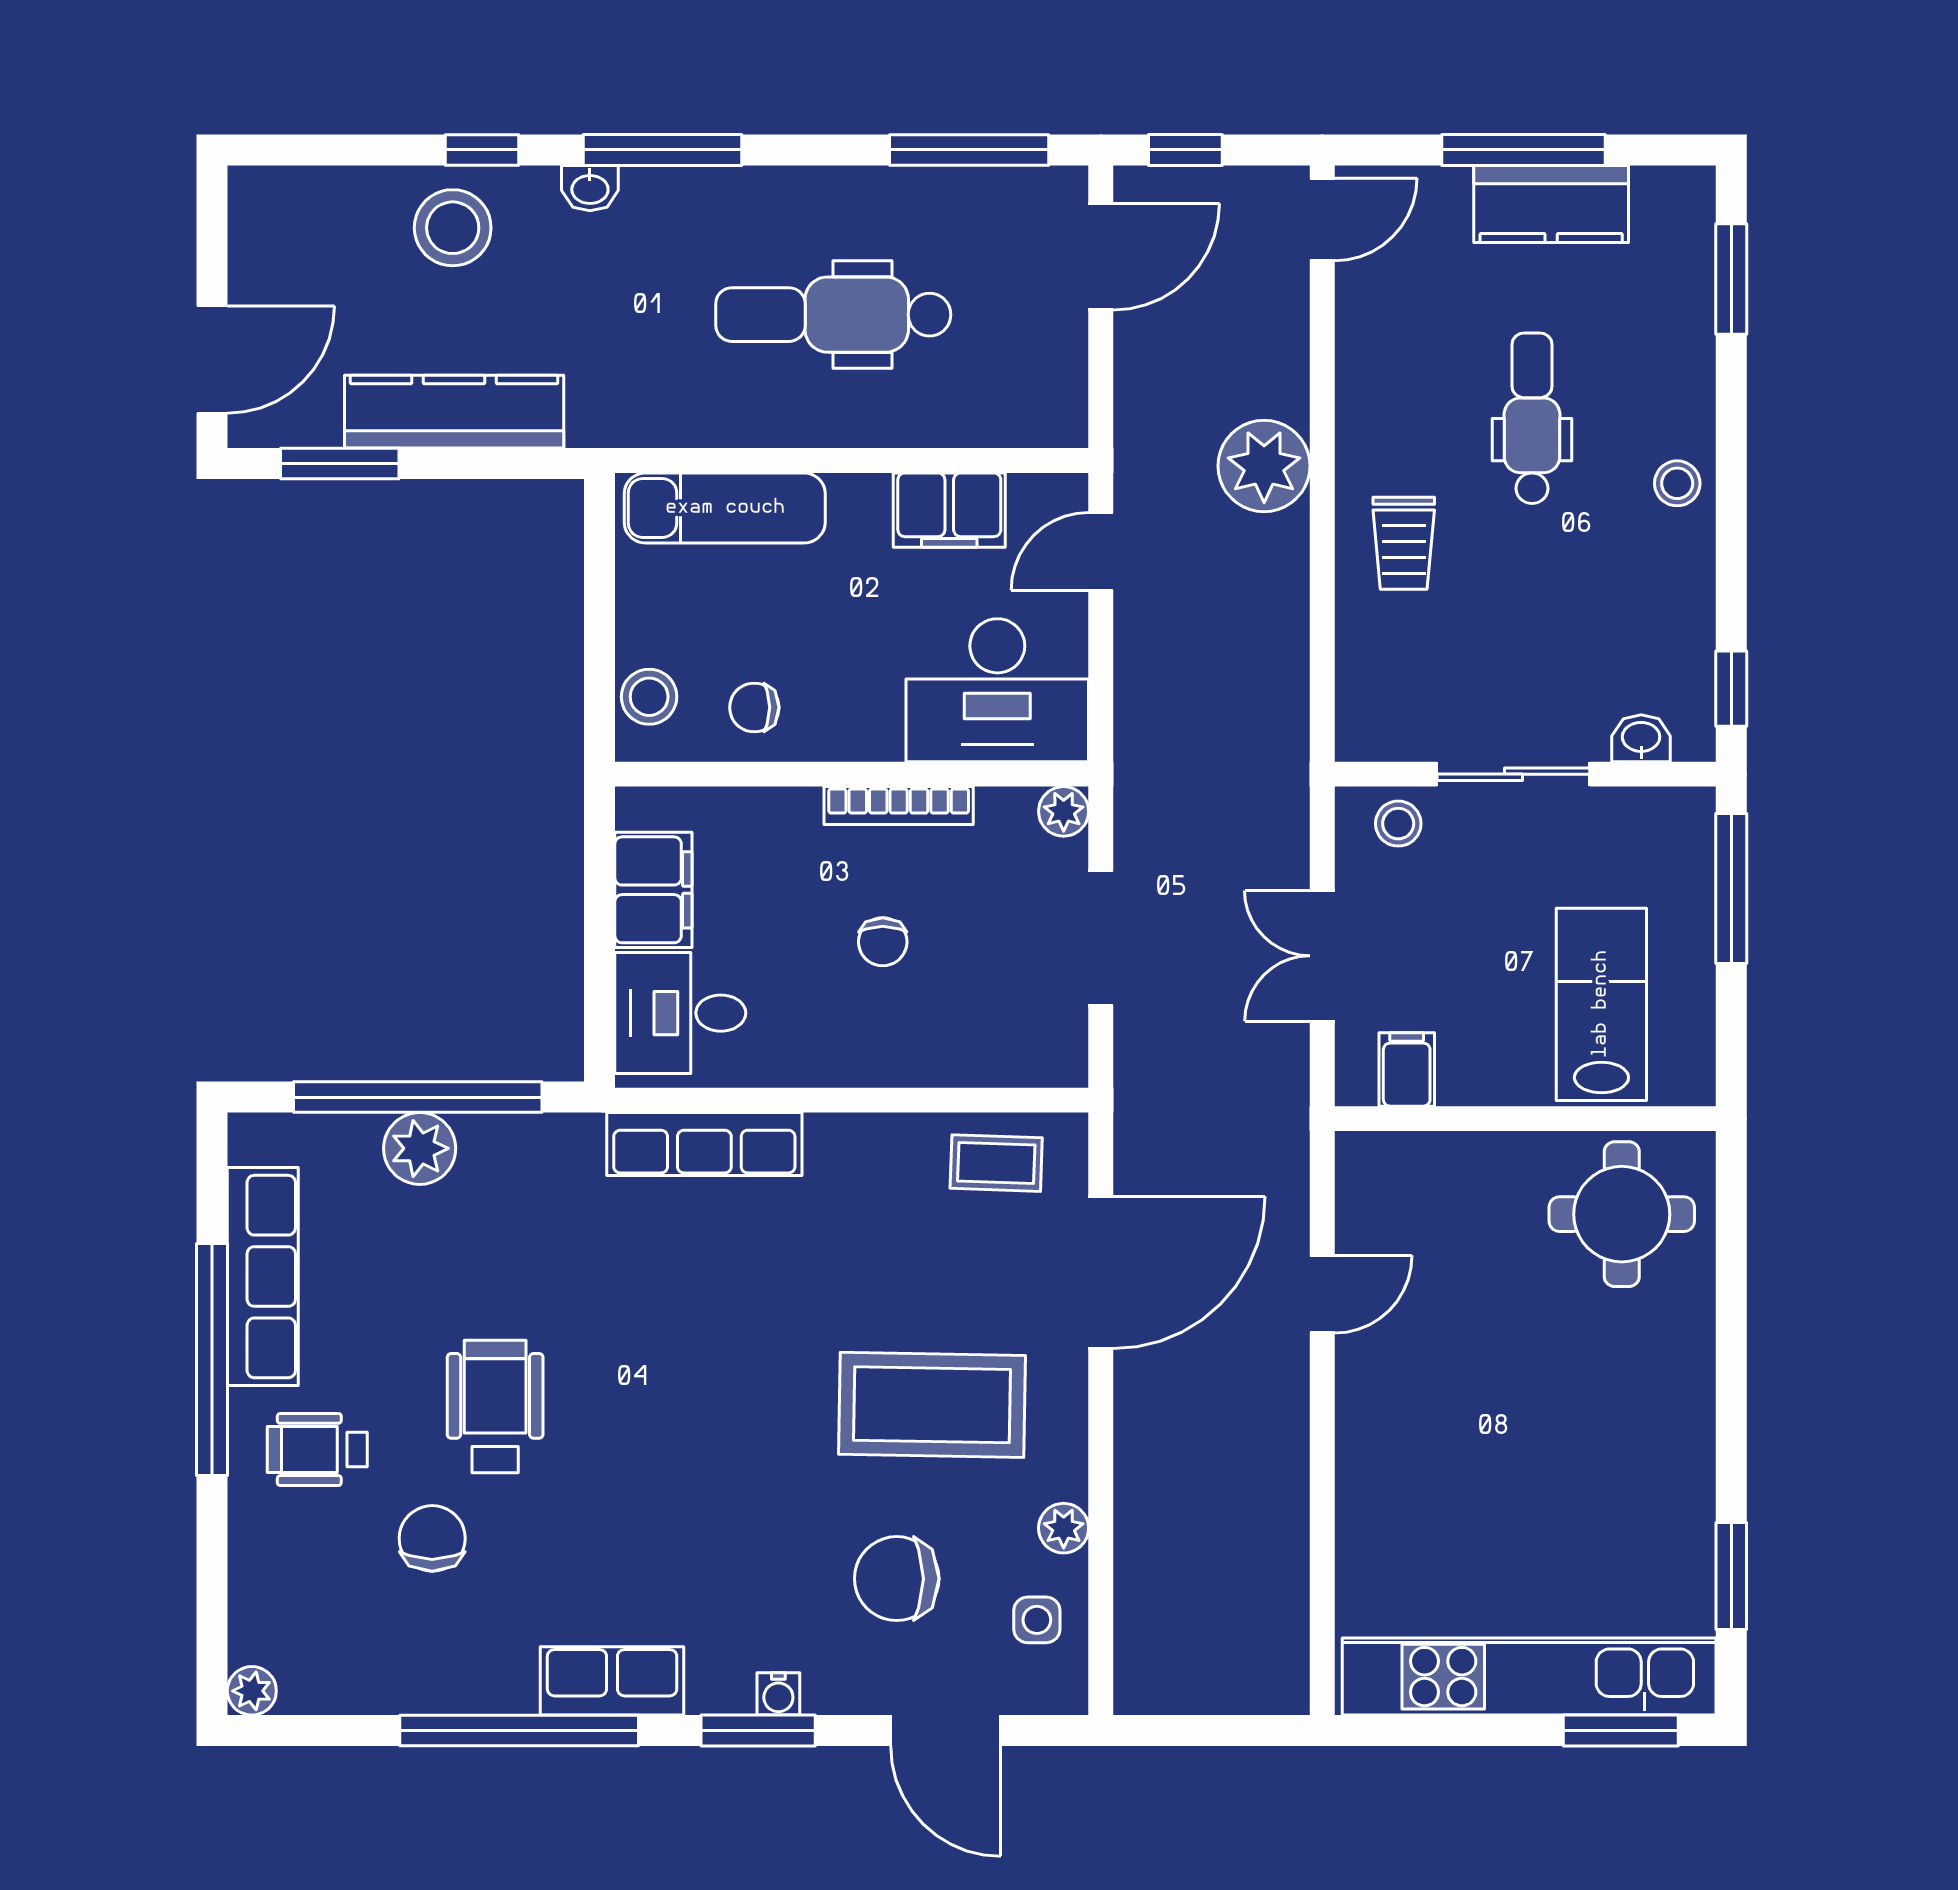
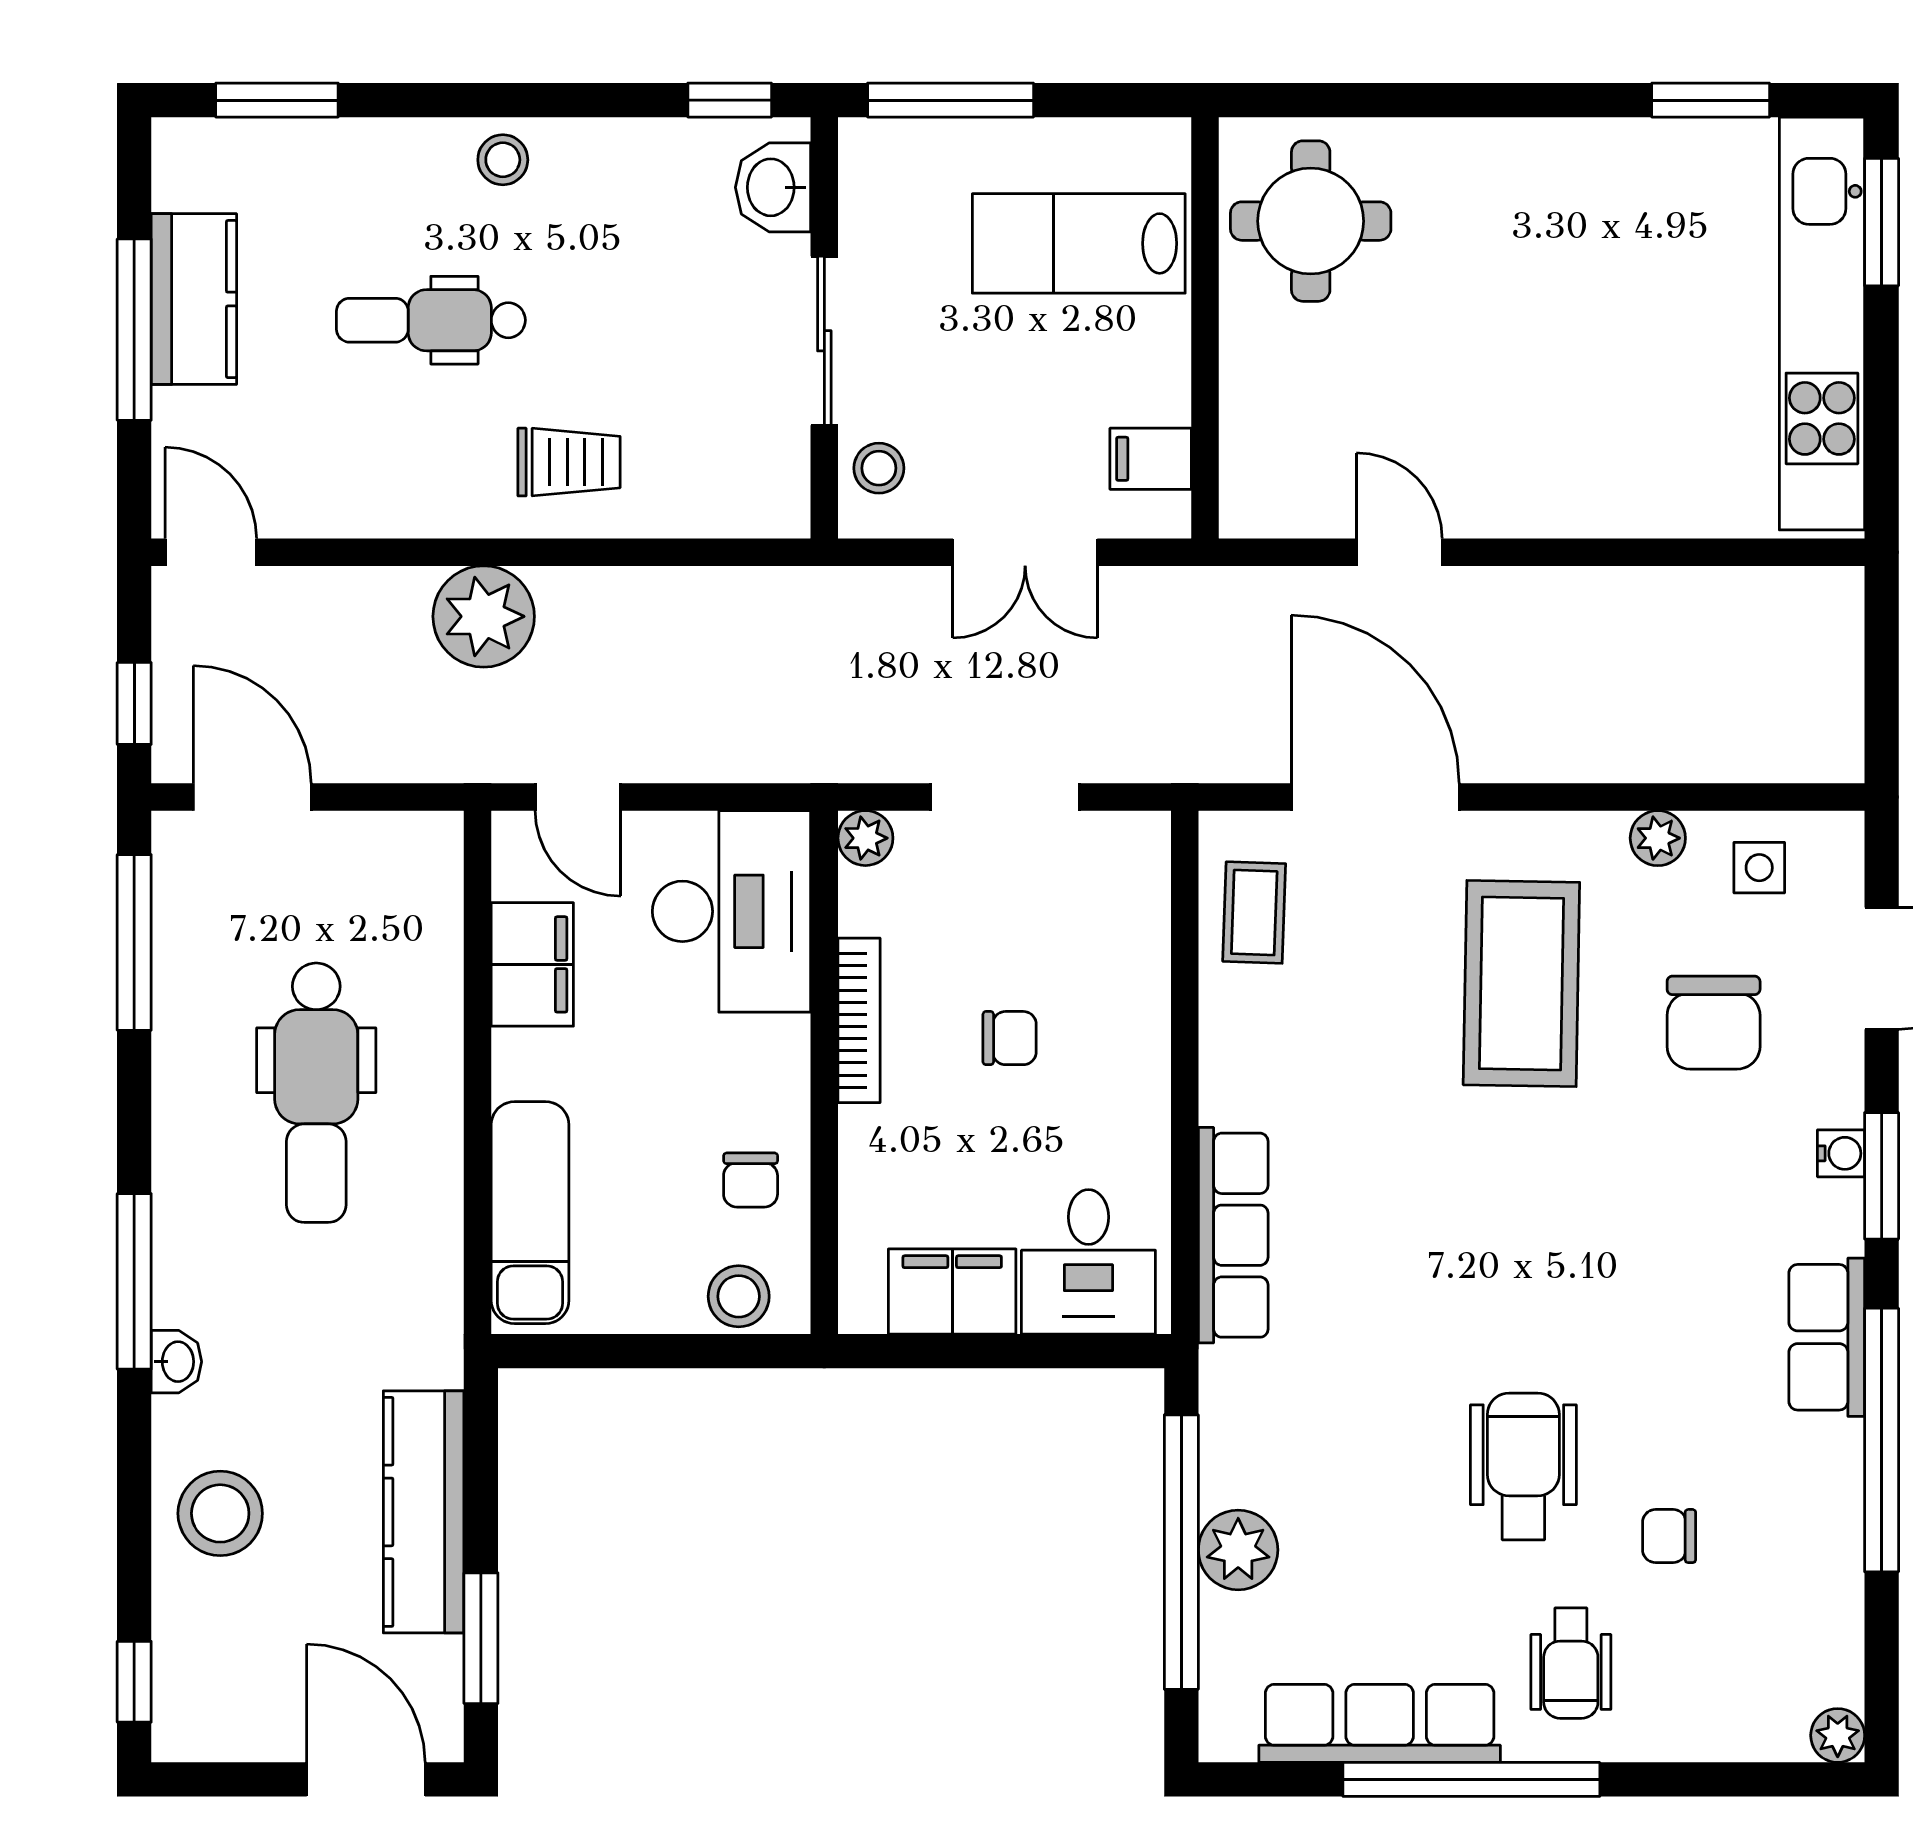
window: (482, 150) -> (134, 1682), moved
washbasin: (1641, 738) -> (773, 187), width x1.38, depth x1.45
wheelchair: (495, 1407) -> (1523, 1466), turned 90
chair: (432, 1538) -> (1669, 1536), width x0.73, depth x0.73

